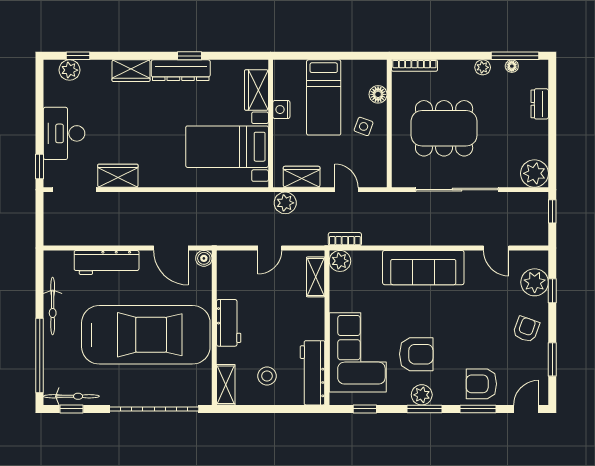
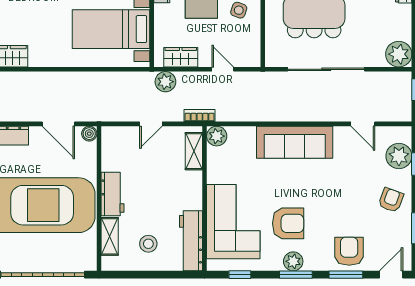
bookcase: (345, 239) -> (200, 116), moved
armchair: (481, 384) -> (349, 251), turned 90
shelving: (226, 385) -> (110, 236), moved

